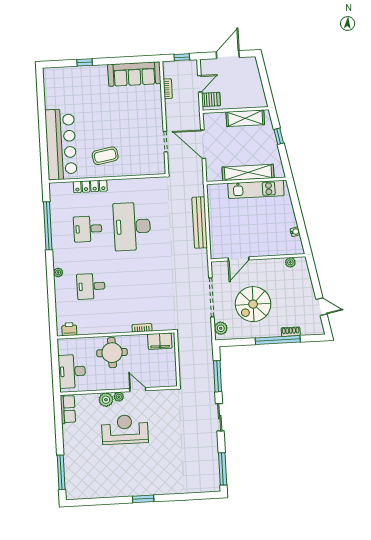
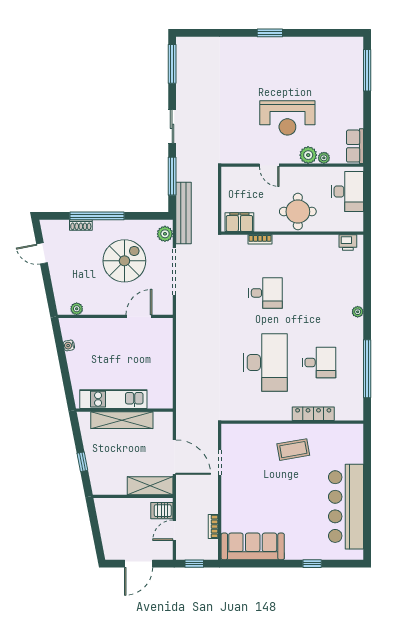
shelving: (245, 118) -> (150, 486), moved
bar counter: (61, 144) -> (346, 507), moved
bench: (200, 223) -> (184, 213), moved
desk: (91, 286) -> (265, 293), moved
plant: (119, 397) -> (324, 158), moved

